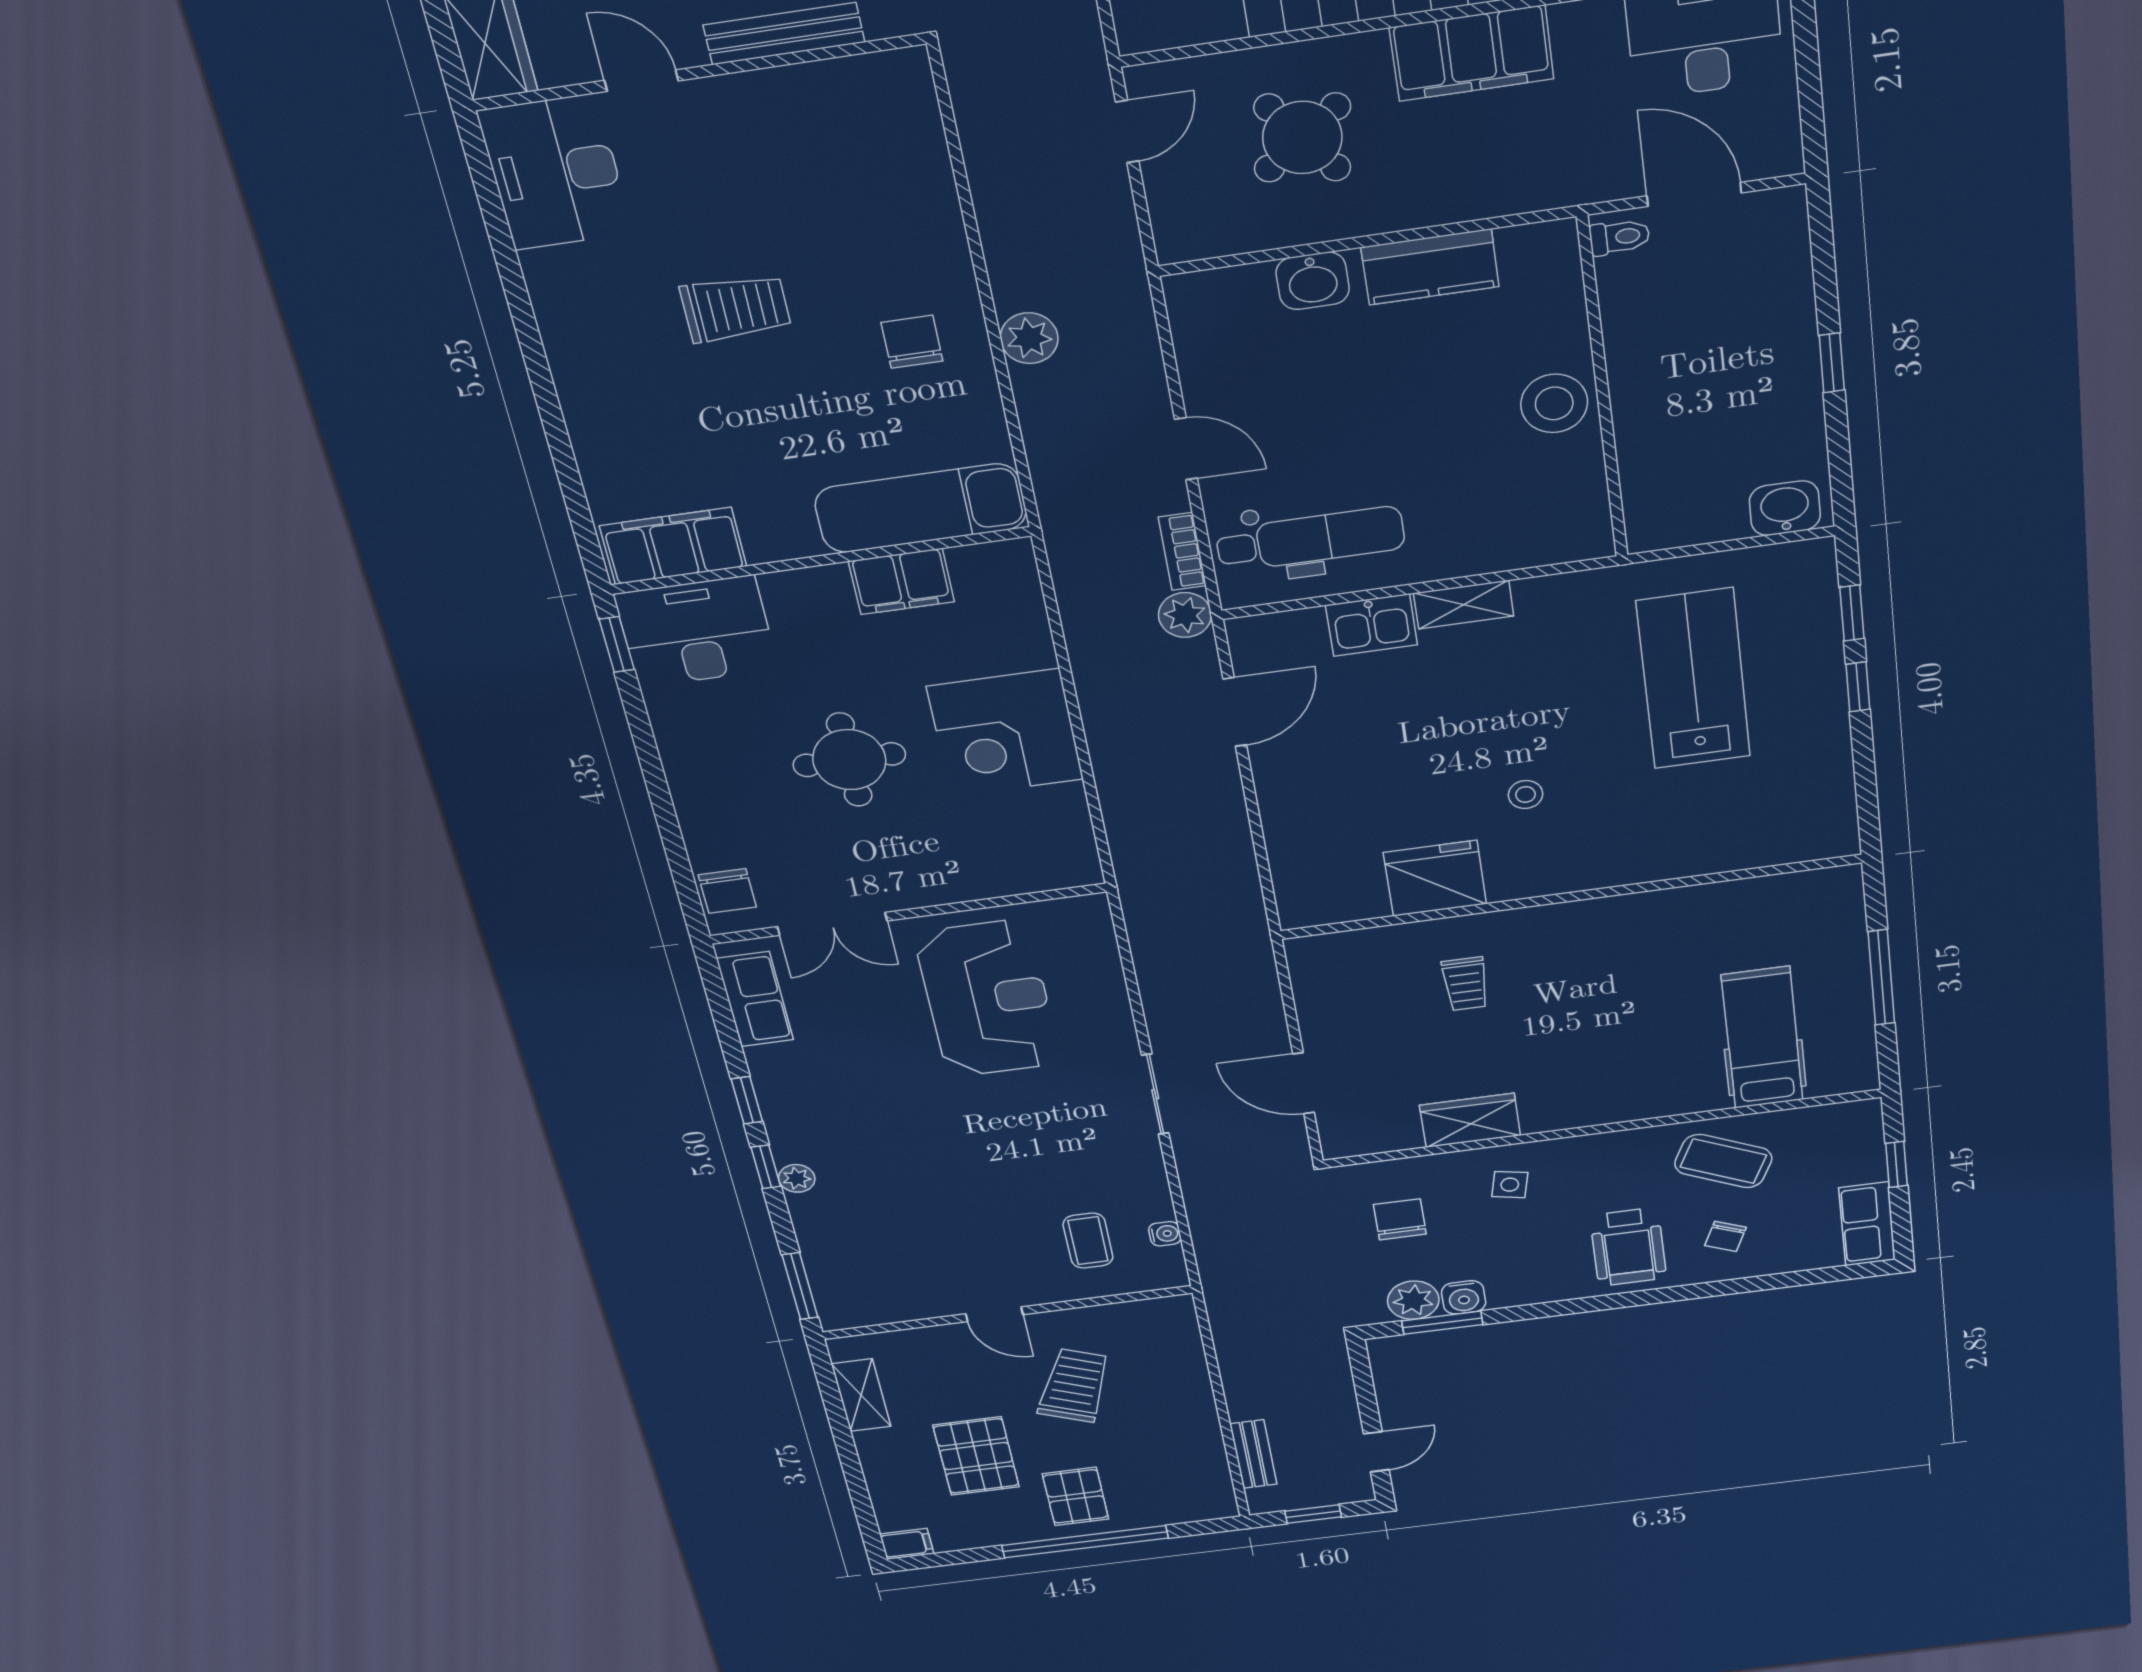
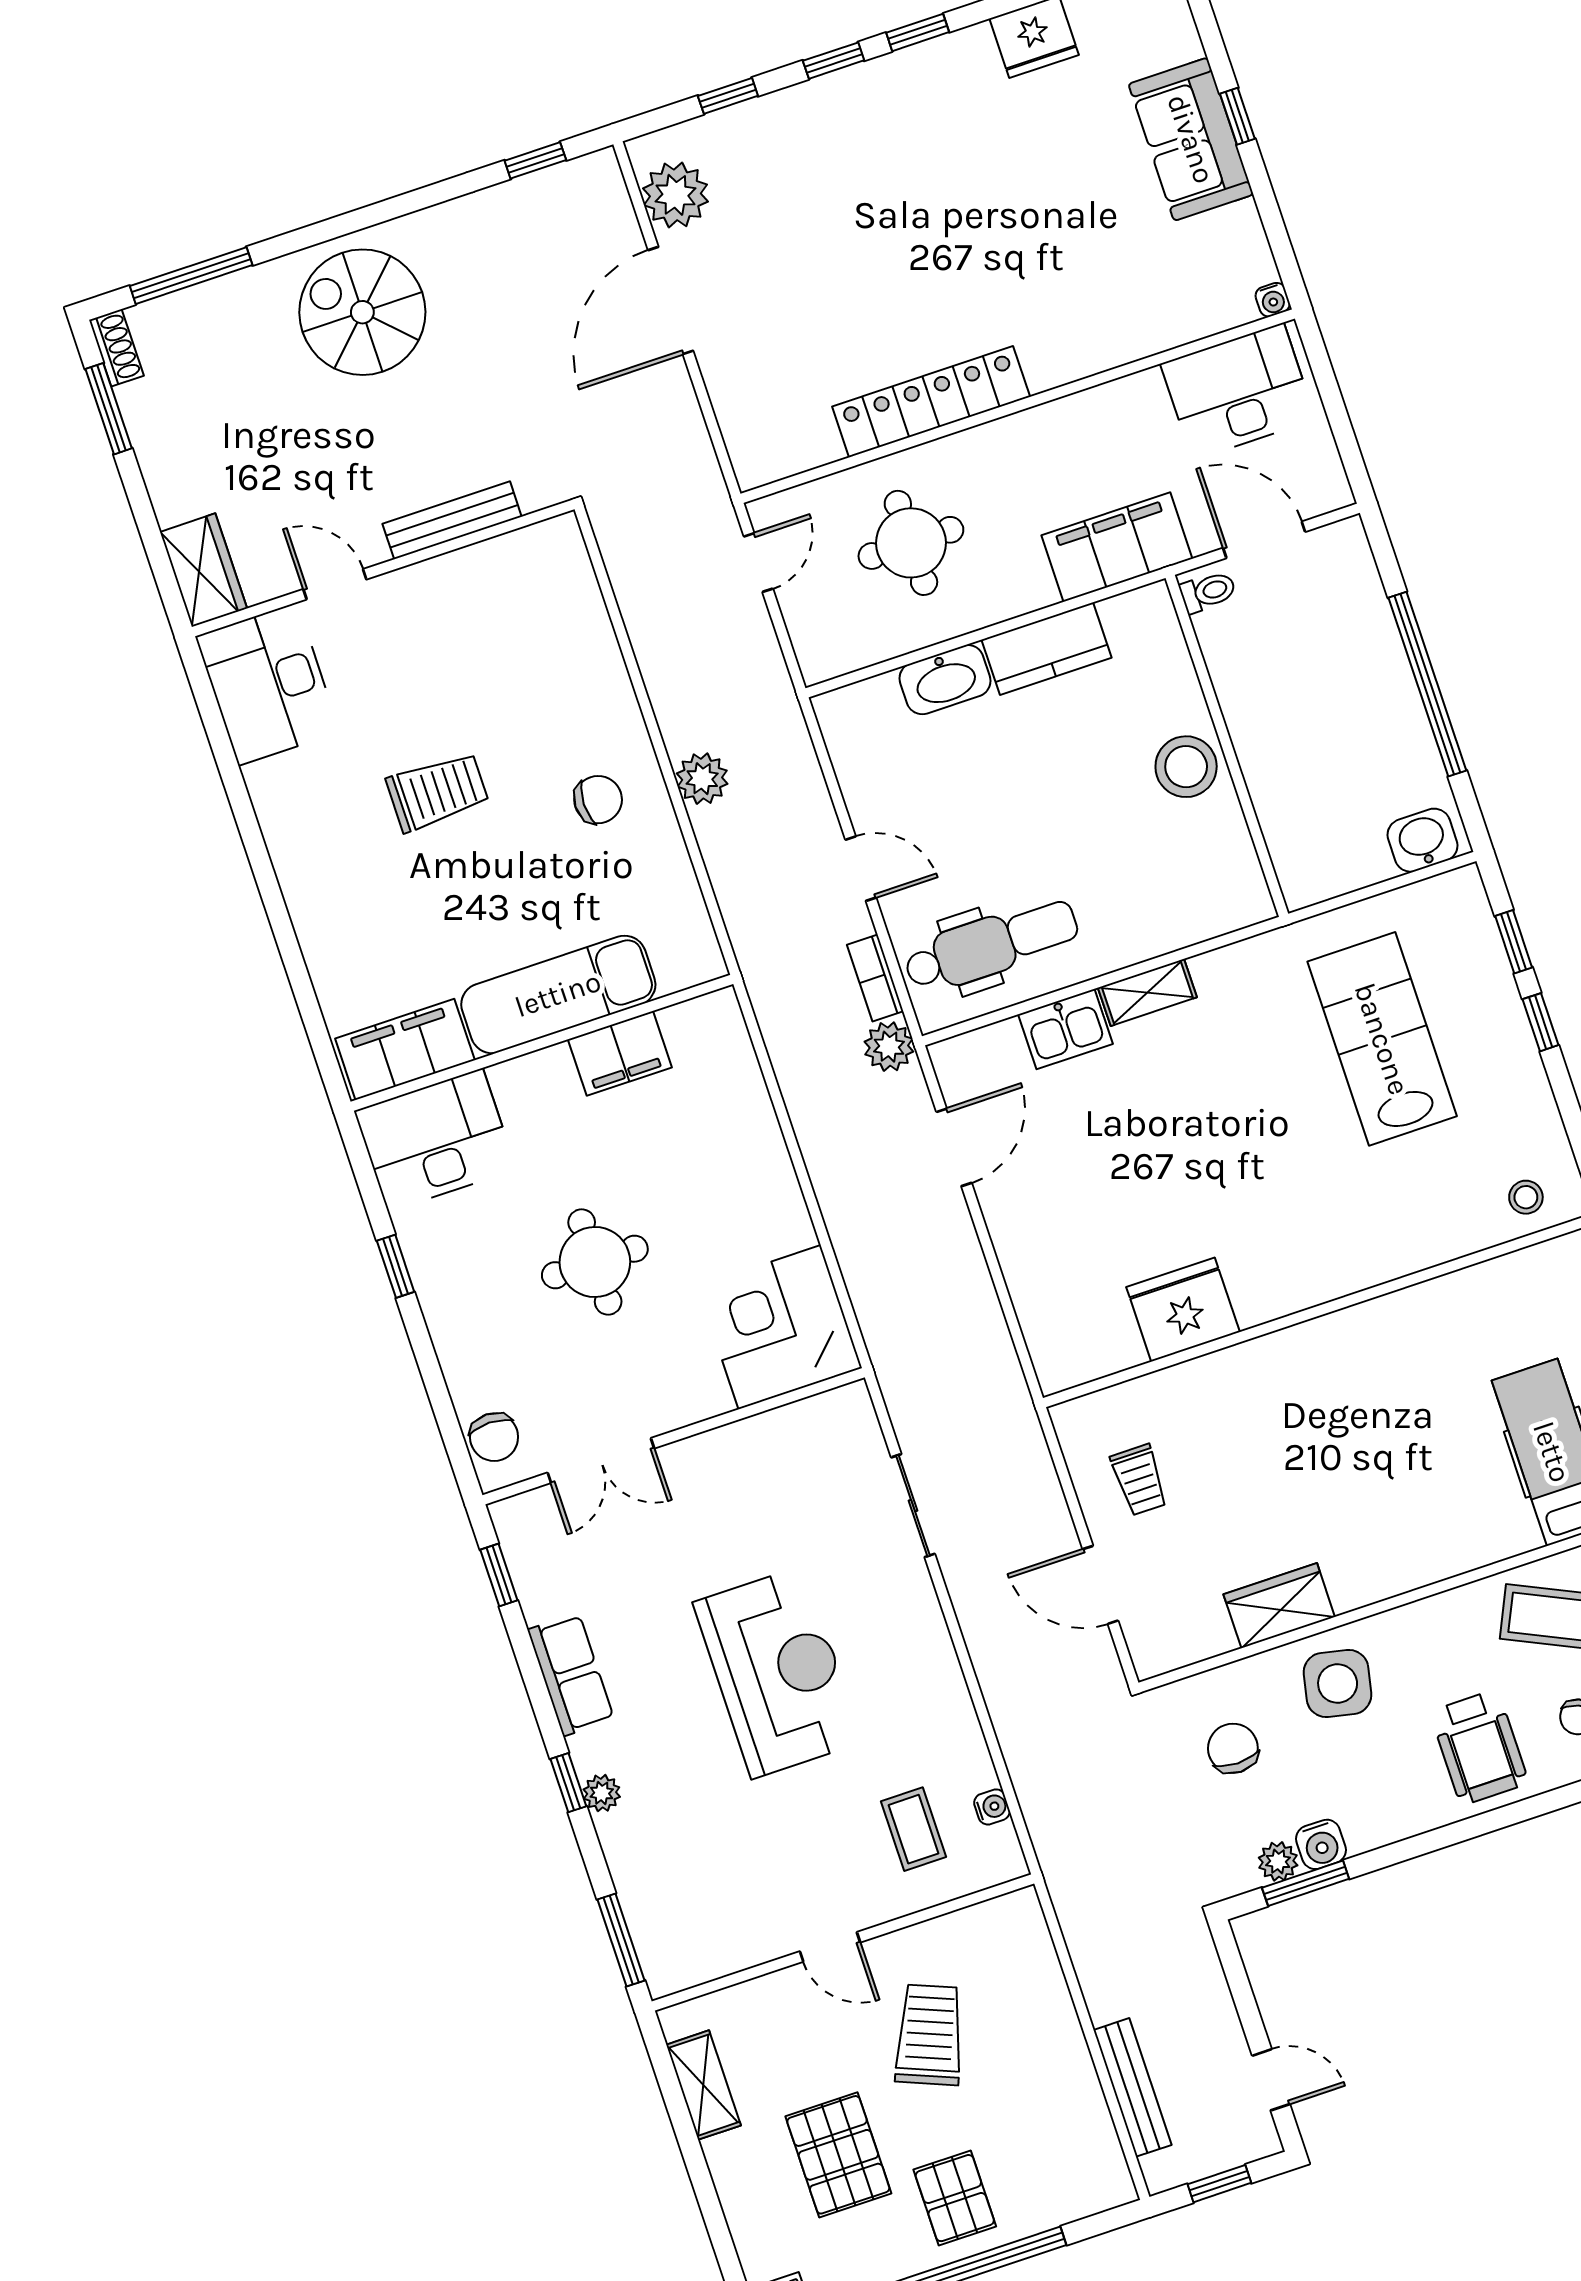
filing cabinet: (1472, 53) -> (1117, 547), moved, turned 180
round table: (1302, 138) -> (911, 543), turned 37
washbasin: (1313, 281) -> (945, 680), width x1.38
chair: (912, 342) -> (598, 800), turned 90
window: (1832, 363) -> (1427, 684), width x3.17
exam couch: (921, 508) -> (558, 994), moved
window: (617, 644) -> (396, 1266), moved
corner desk: (1005, 733) -> (780, 1327), moved, turned 90
stool: (1526, 795) -> (1526, 1197), moved
trolley: (1465, 984) -> (1139, 1480), moved
row of seats: (755, 999) -> (571, 1675), moved
reception desk: (988, 999) -> (778, 1672), moved
sliding door: (1155, 1094) -> (913, 1506), moved
window: (747, 1100) -> (499, 1575), moved
side table: (1510, 1185) -> (1338, 1684), width x1.87, depth x1.87
plant: (1413, 1300) -> (1278, 1861), width x0.73, depth x0.73
door: (1376, 1452) -> (1271, 2080), hinge flipped
bench: (1253, 1454) -> (1133, 2087), width x1.36

